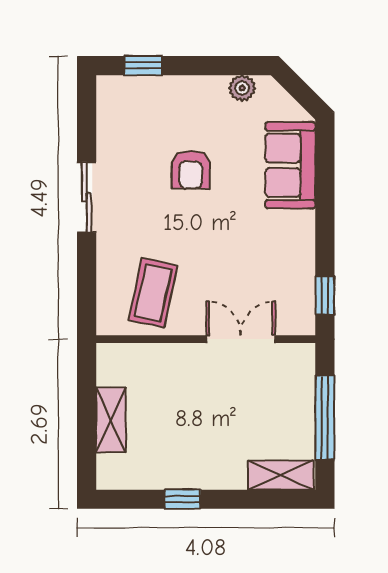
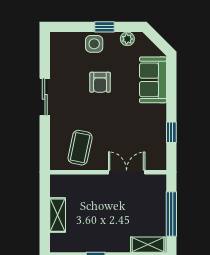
window: (143, 66) -> (104, 27), moved
side table: (180, 97) -> (94, 44), added
window: (325, 295) -> (171, 132), moved

